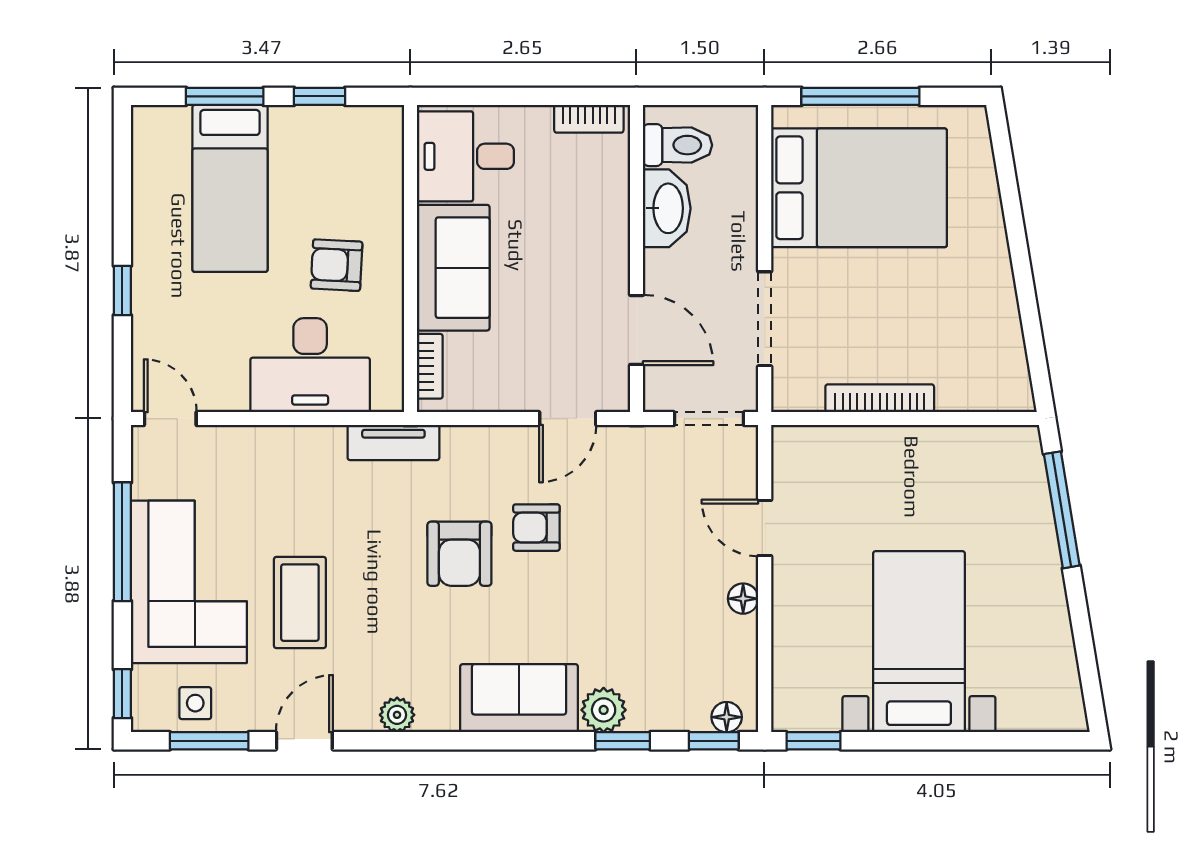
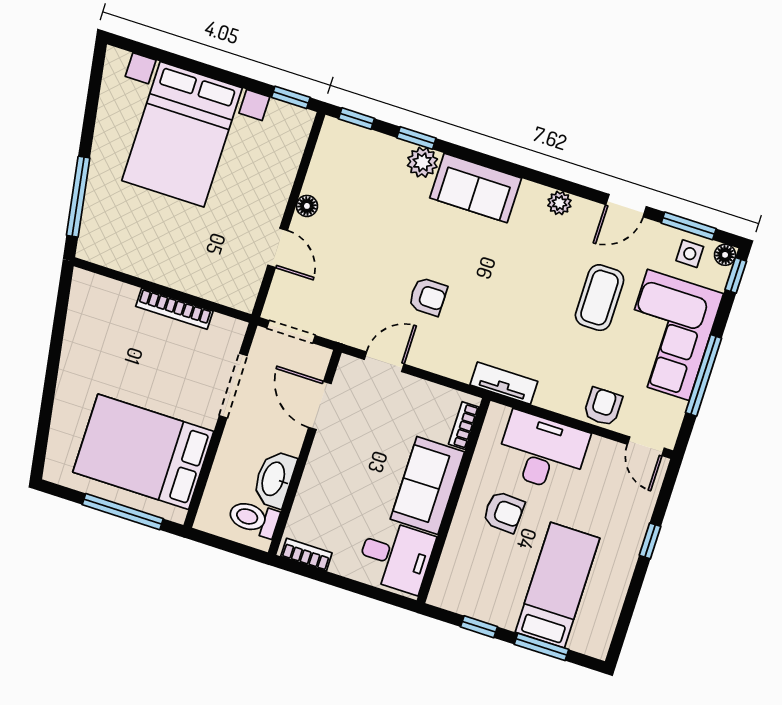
armchair: (459, 554) -> (603, 407), moved, width x0.72, depth x0.72
bed with nightstands: (919, 642) -> (182, 134), width x1.36
floor lamp: (727, 717) -> (725, 255), moved

